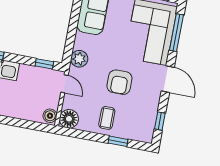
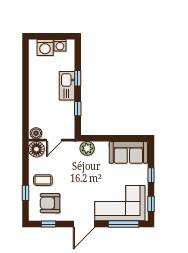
window: (44, 64) -> (78, 109), moved
armchair: (119, 82) -> (50, 203), moved
door: (64, 84) -> (54, 140), moved

